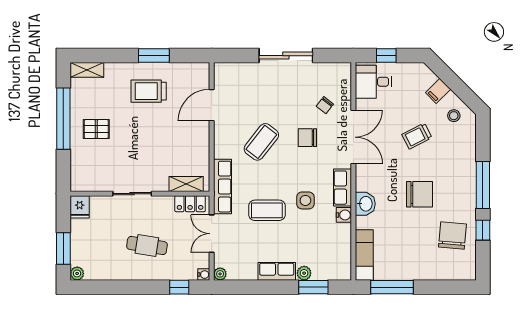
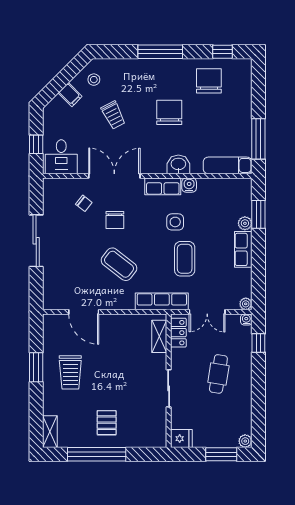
window: (483, 230) -> (222, 52), moved
chair: (452, 236) -> (209, 81), turned 85

